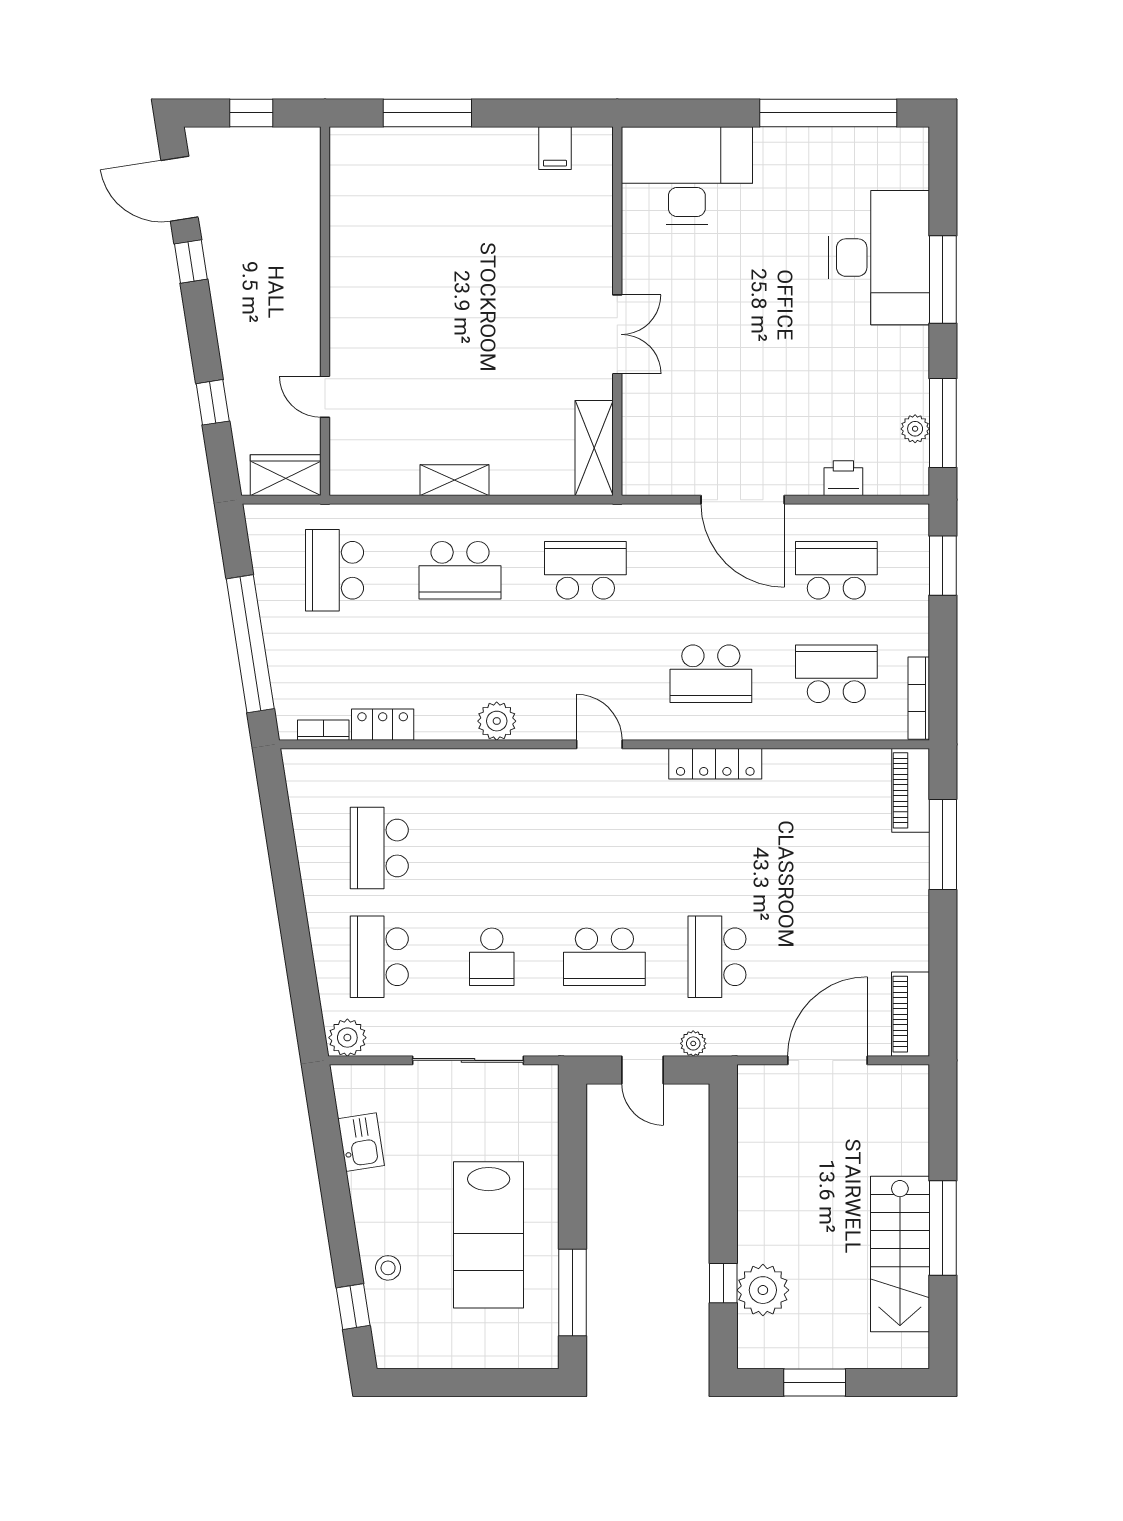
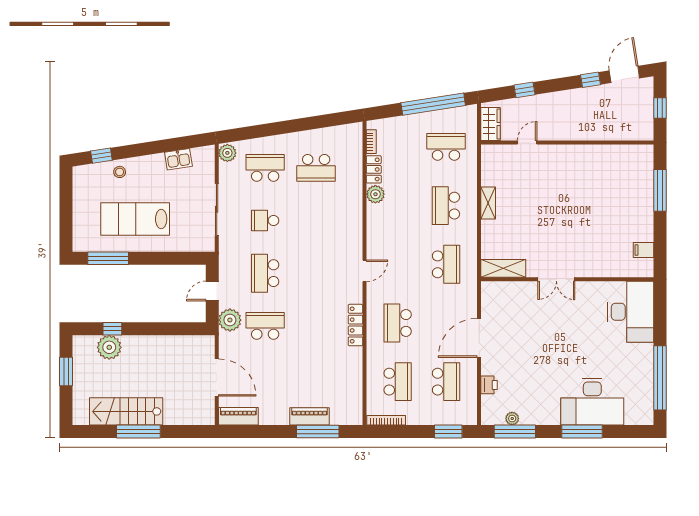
window: (250, 644) -> (433, 104), moved
plant: (497, 721) -> (375, 194), moved
piano: (911, 790) -> (309, 416), moved
school desk: (379, 848) -> (316, 168), turned 180
plant: (693, 1043) -> (230, 320), width x1.88, depth x1.88

